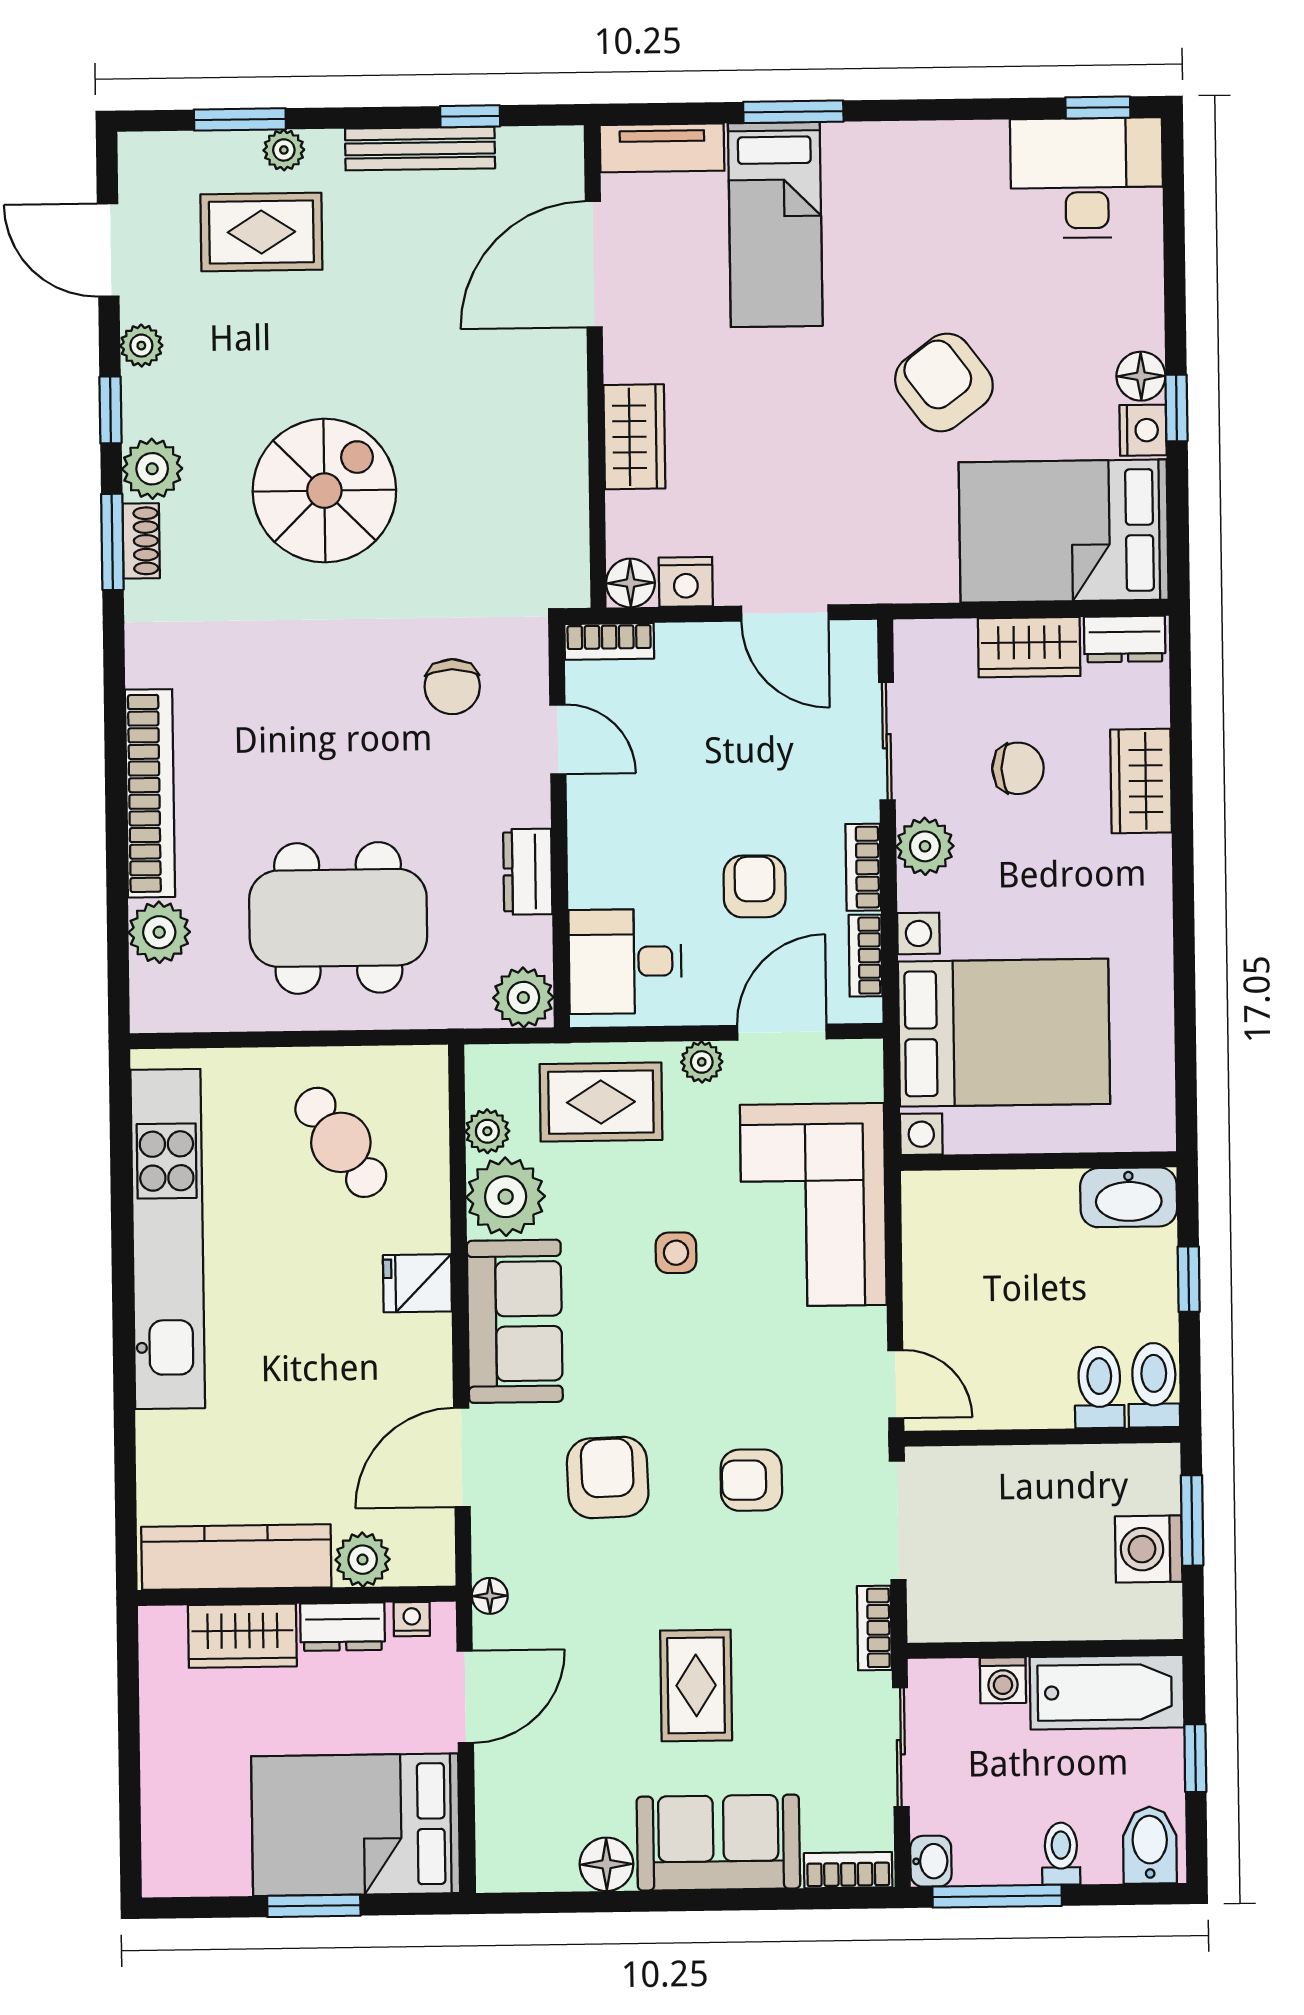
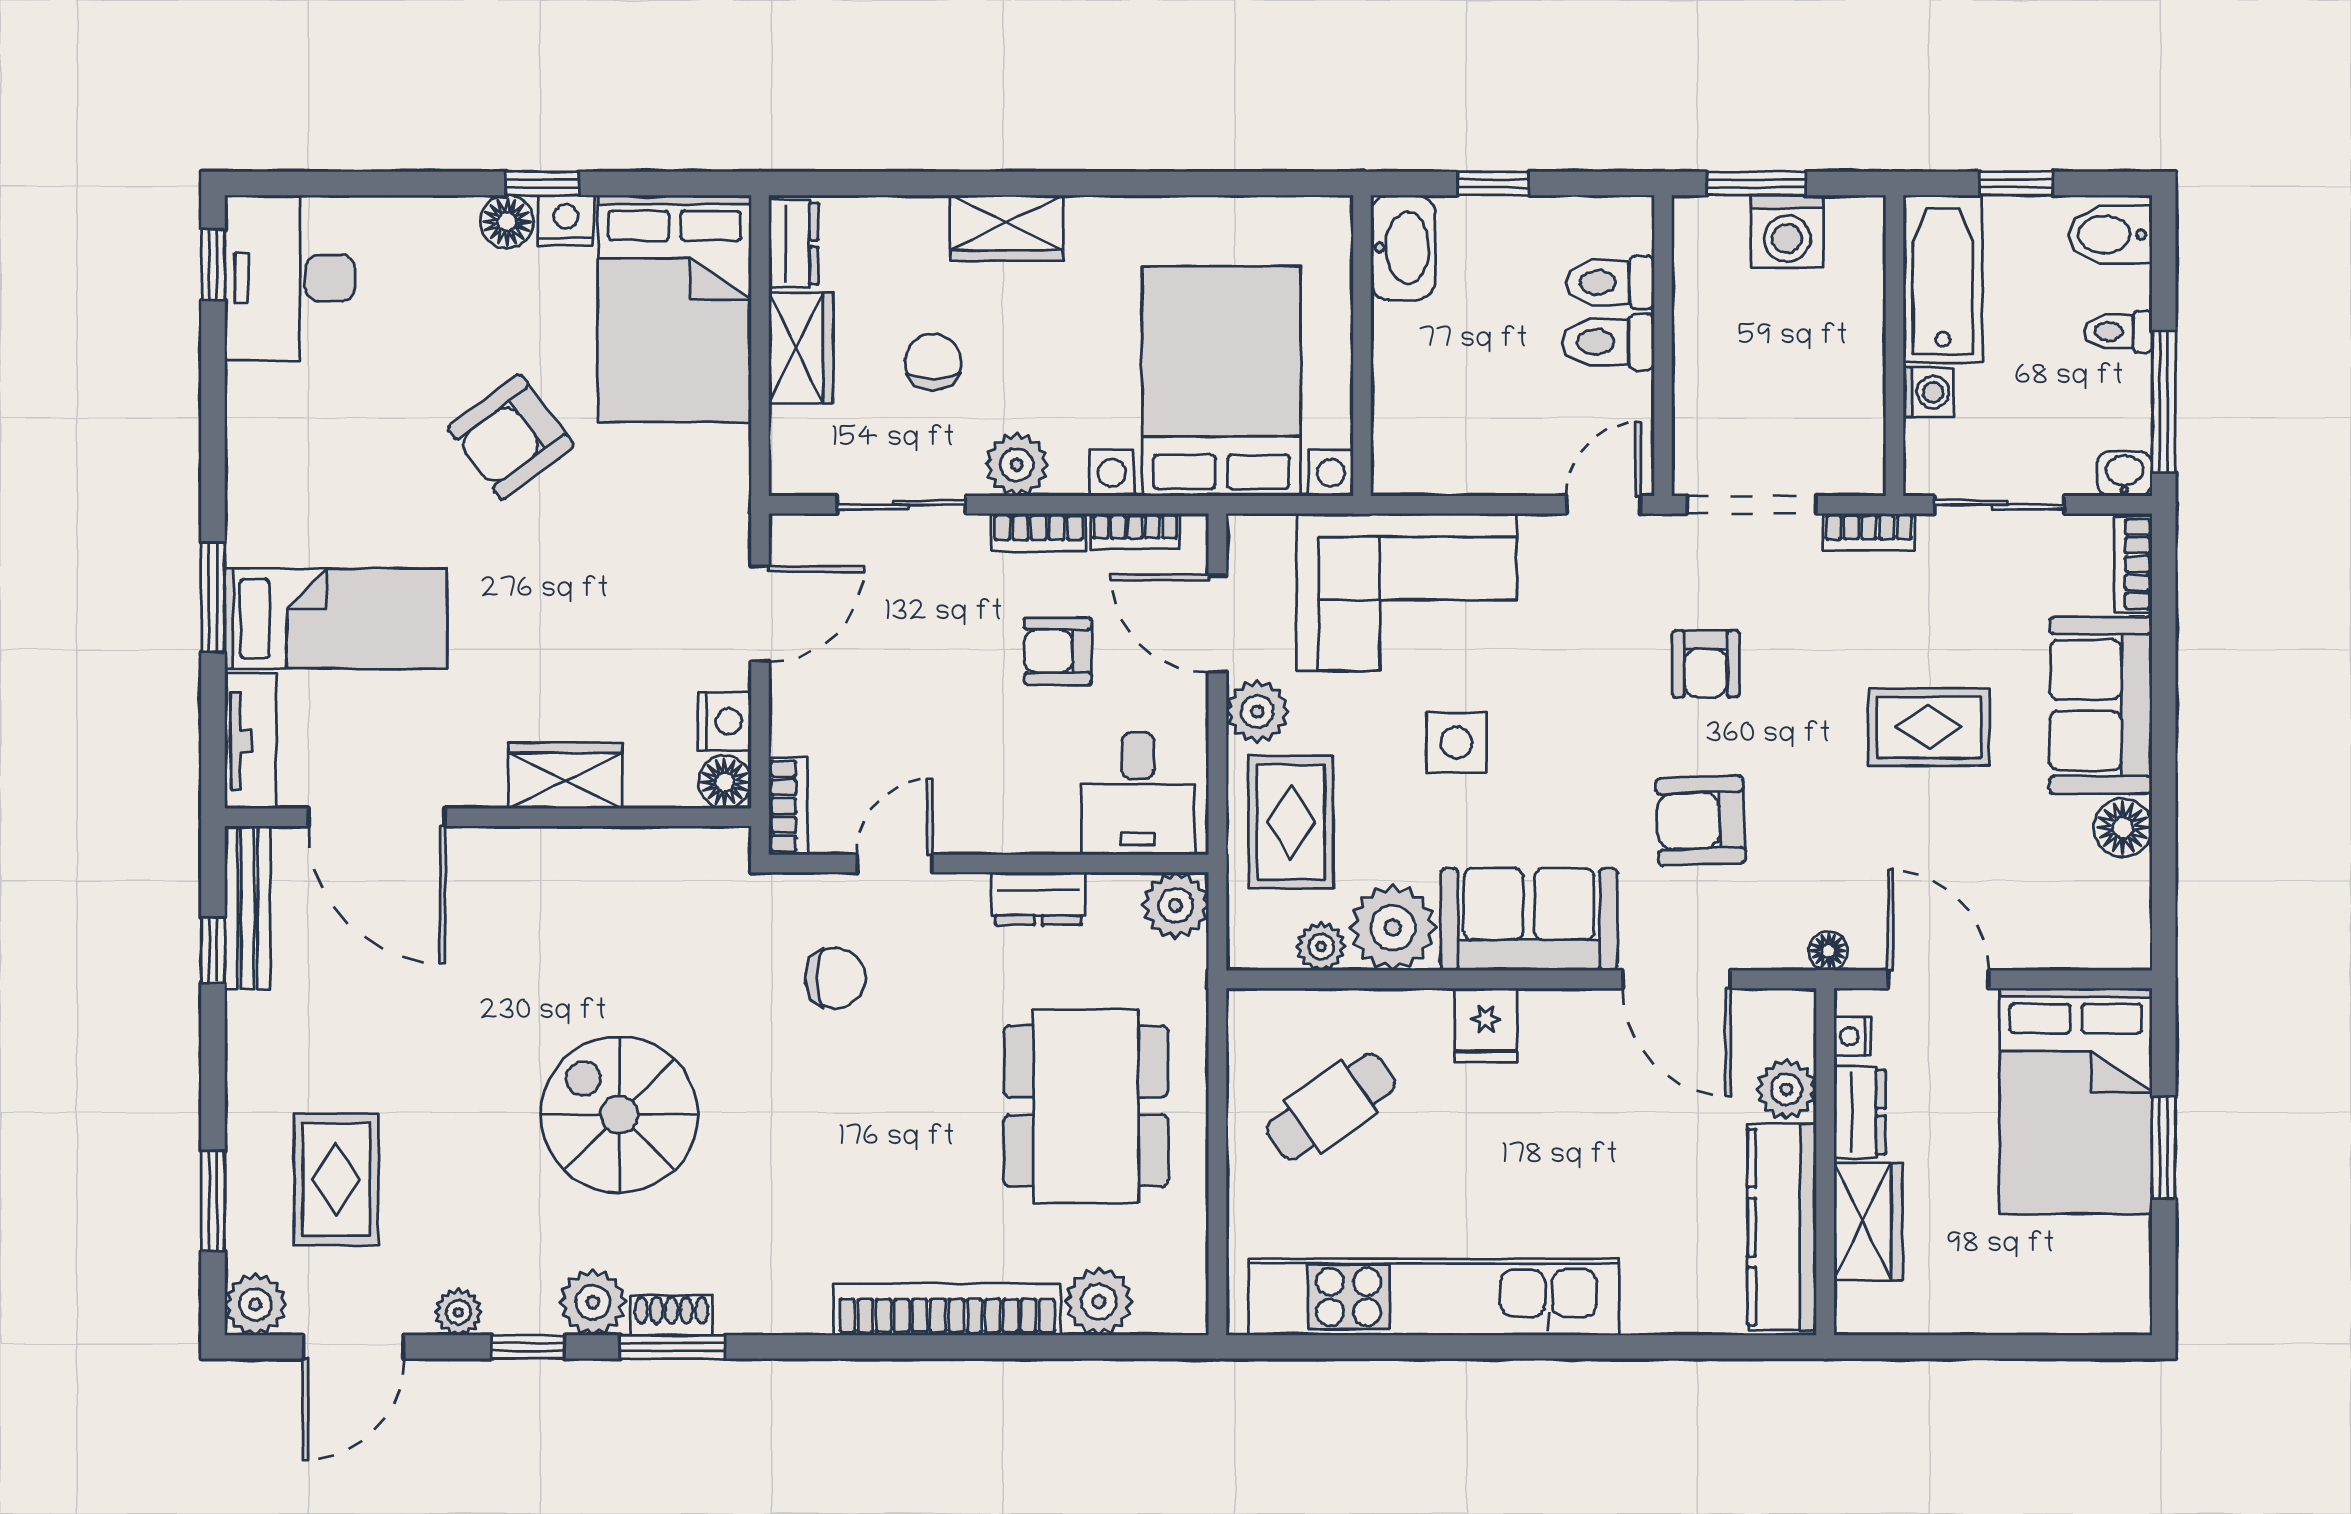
bench: (420, 148) -> (247, 907), moved
plant: (284, 150) -> (255, 1305), moved, width x1.38, depth x1.38
wardrobe: (1141, 781) -> (1007, 228), moved
plant: (702, 1062) -> (1257, 712), width x1.38, depth x1.38
side table: (676, 1253) -> (1457, 743), width x1.37, depth x1.37
toilet: (1154, 1385) -> (1608, 342), moved

